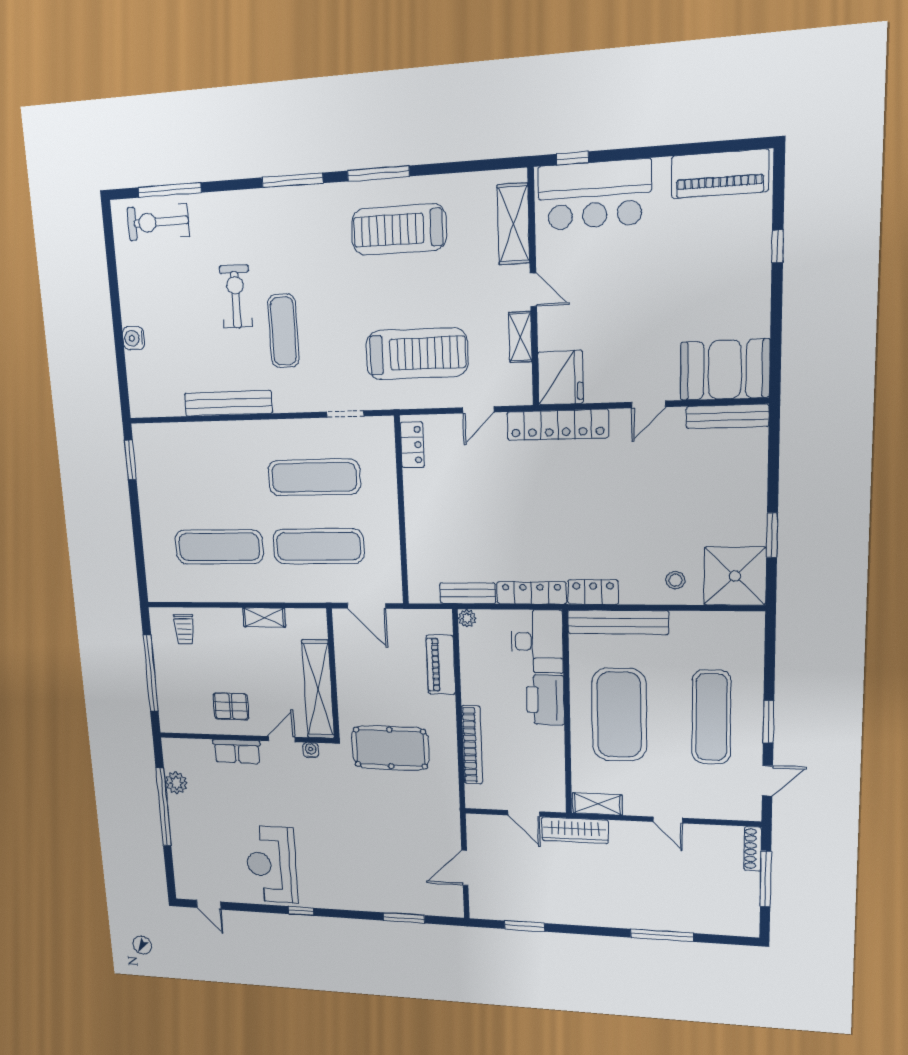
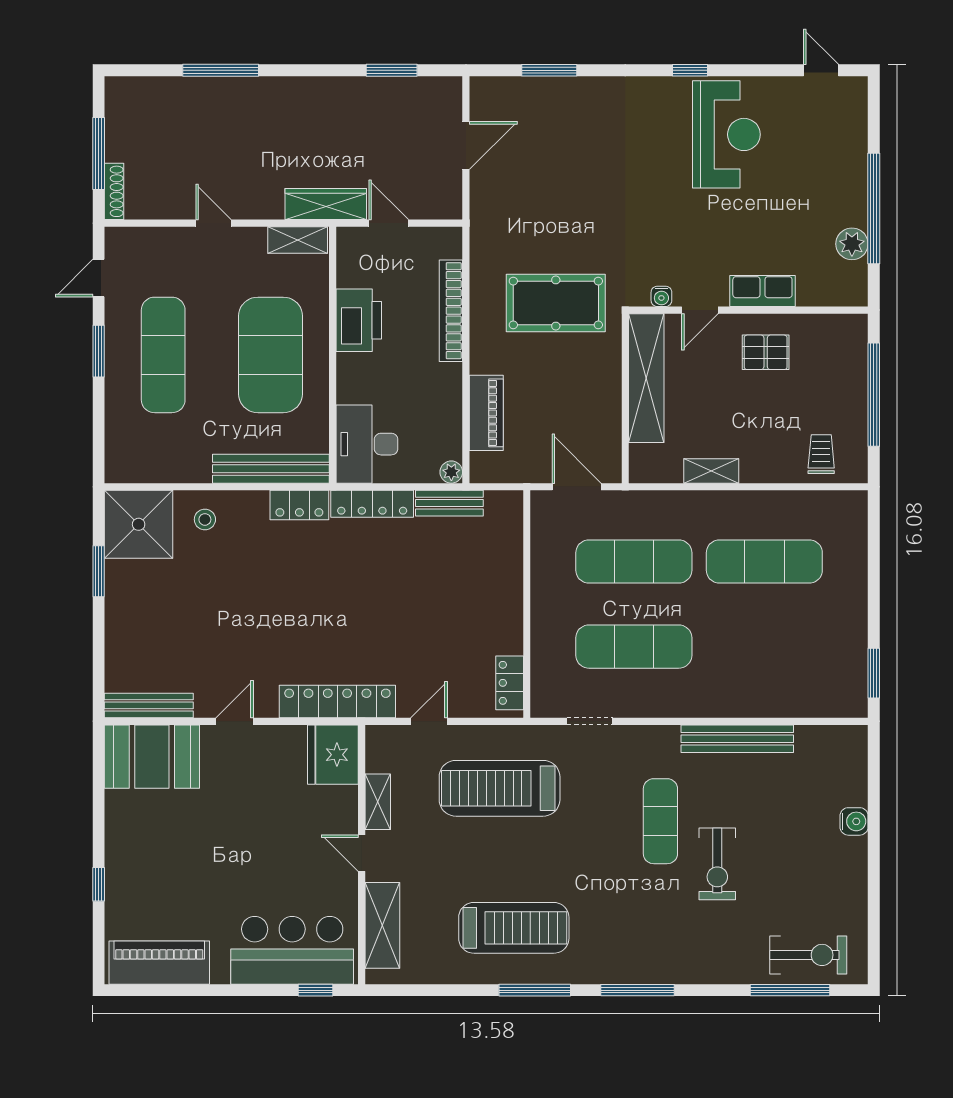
printer: (545, 700) -> (359, 320), moved

